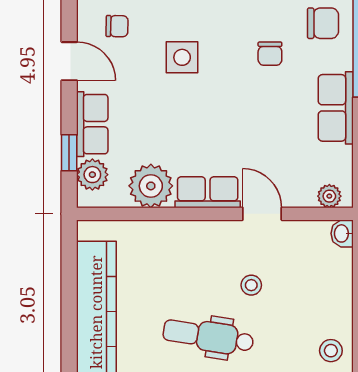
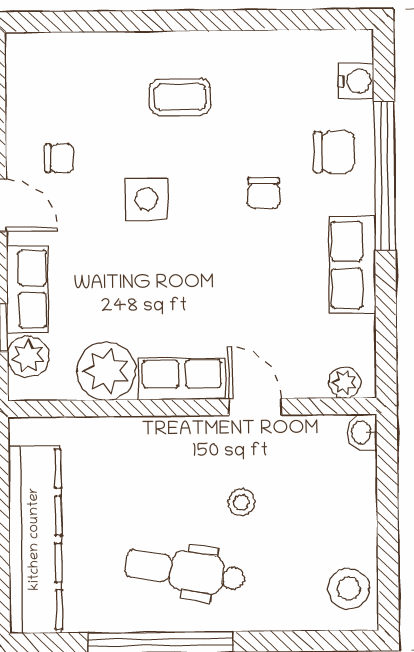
stool: (331, 351) -> (349, 589), width x1.37, depth x1.37

